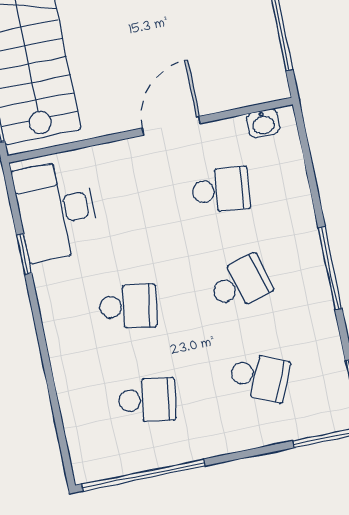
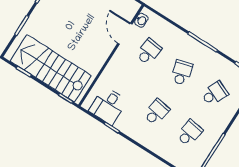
door: (171, 126) -> (125, 34), moved
desk: (56, 211) -> (108, 106), width x0.73

